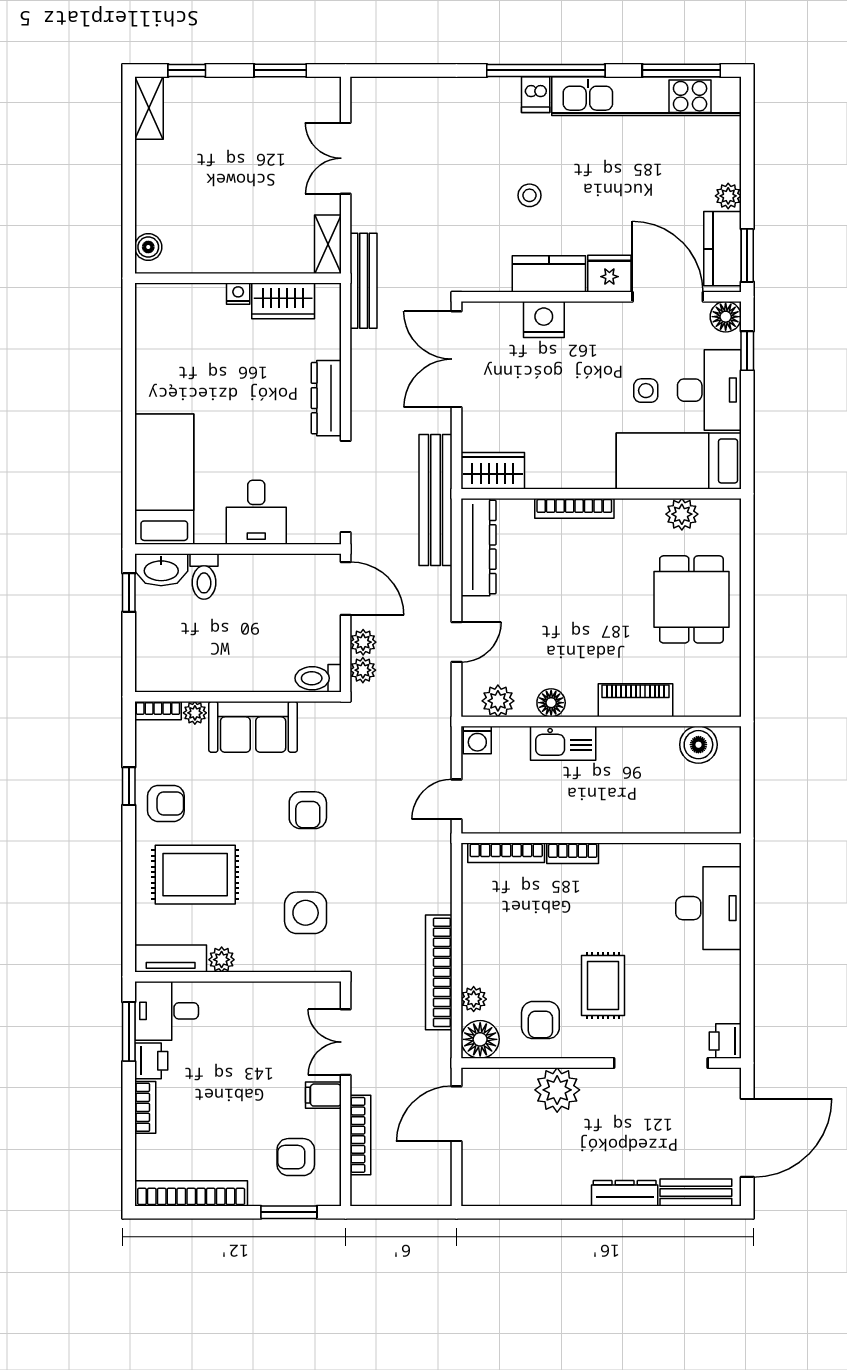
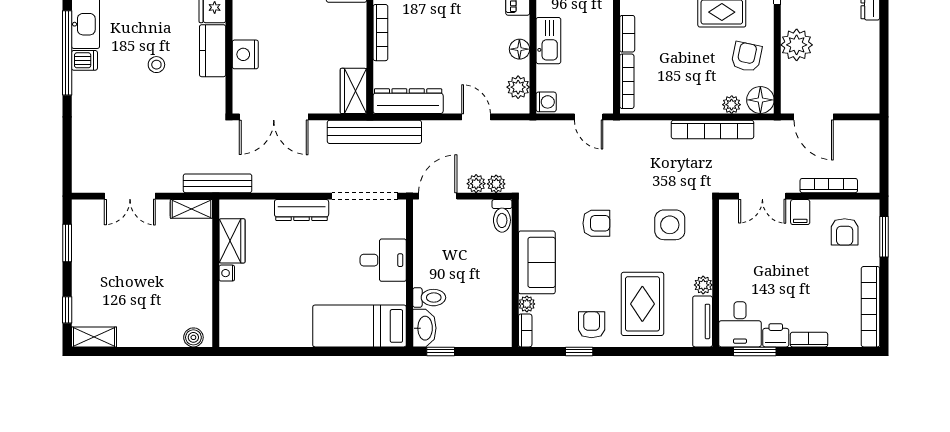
armchair: (540, 1020) -> (747, 57), turned -78

